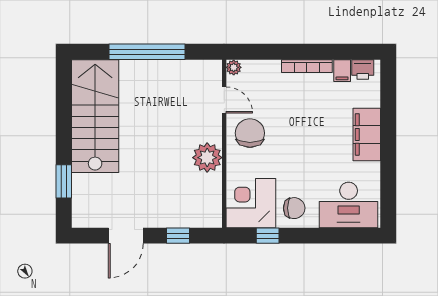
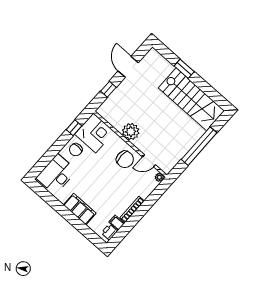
window: (64, 181) -> (184, 69), moved

